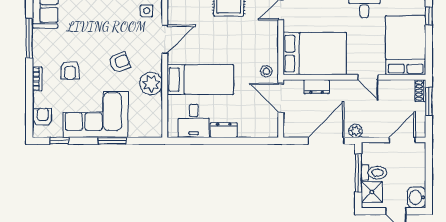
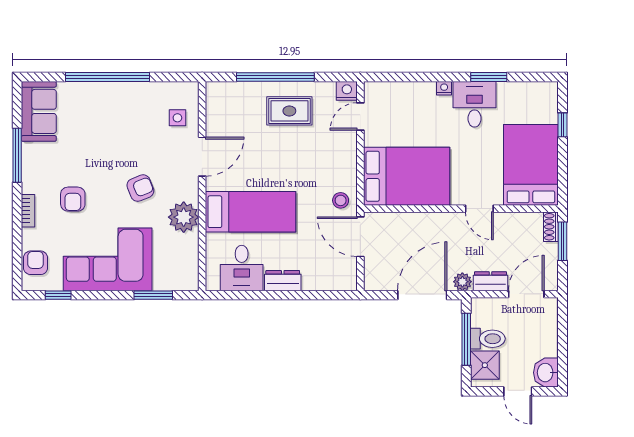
dresser: (317, 87) -> (490, 281), moved, turned 180
window: (112, 141) -> (153, 295), moved

